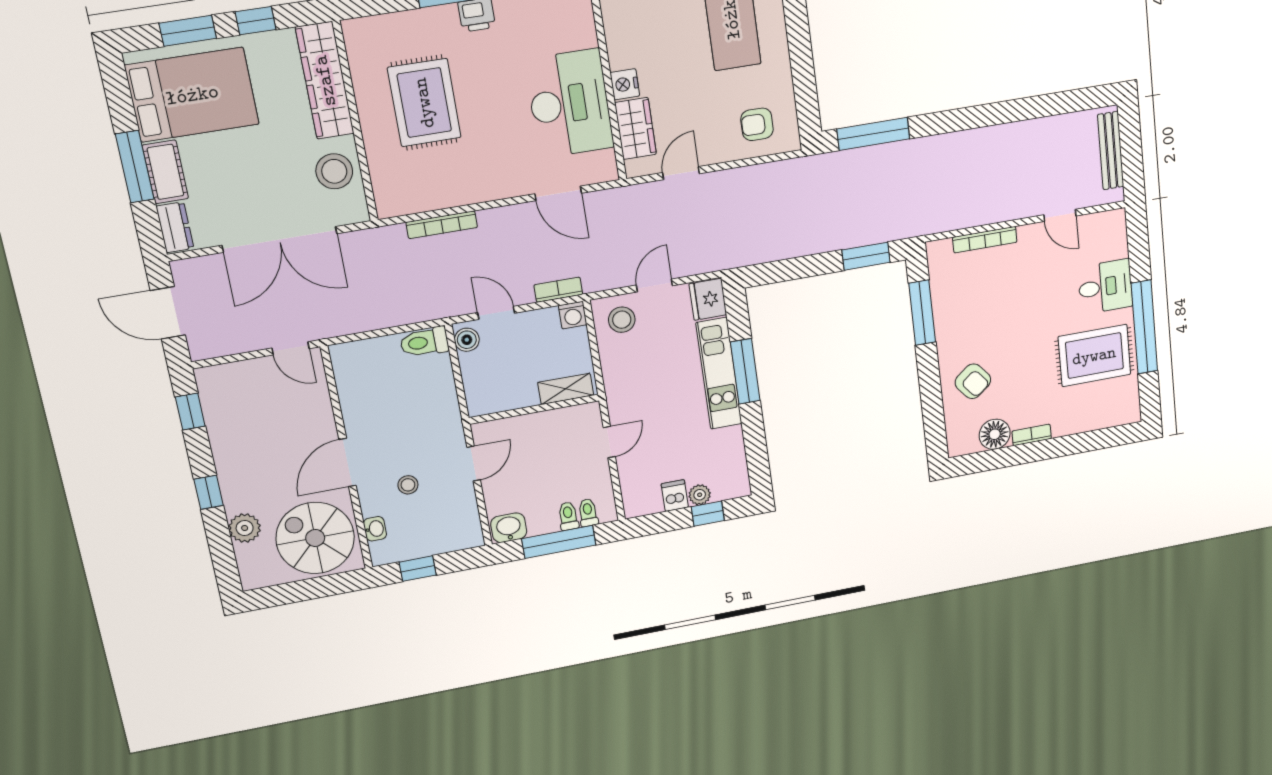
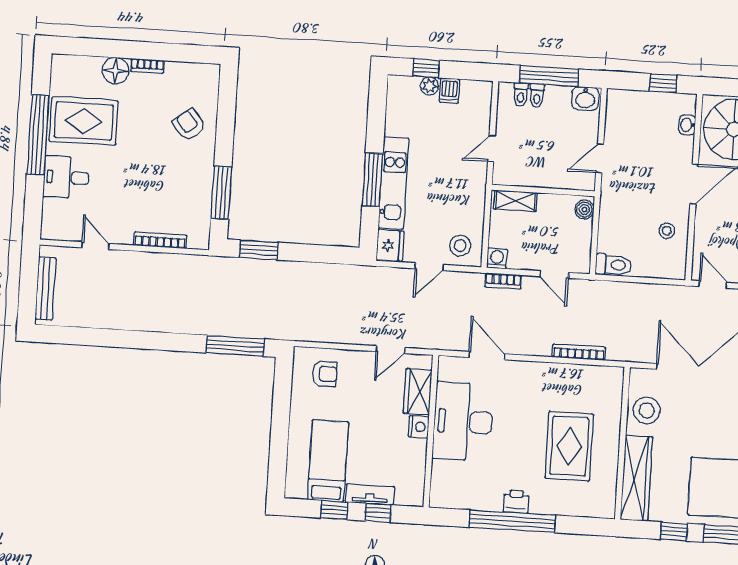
boiler: (467, 340) -> (584, 210), moved
floor lamp: (995, 434) -> (115, 71), moved
stool: (408, 485) -> (667, 231), moved

